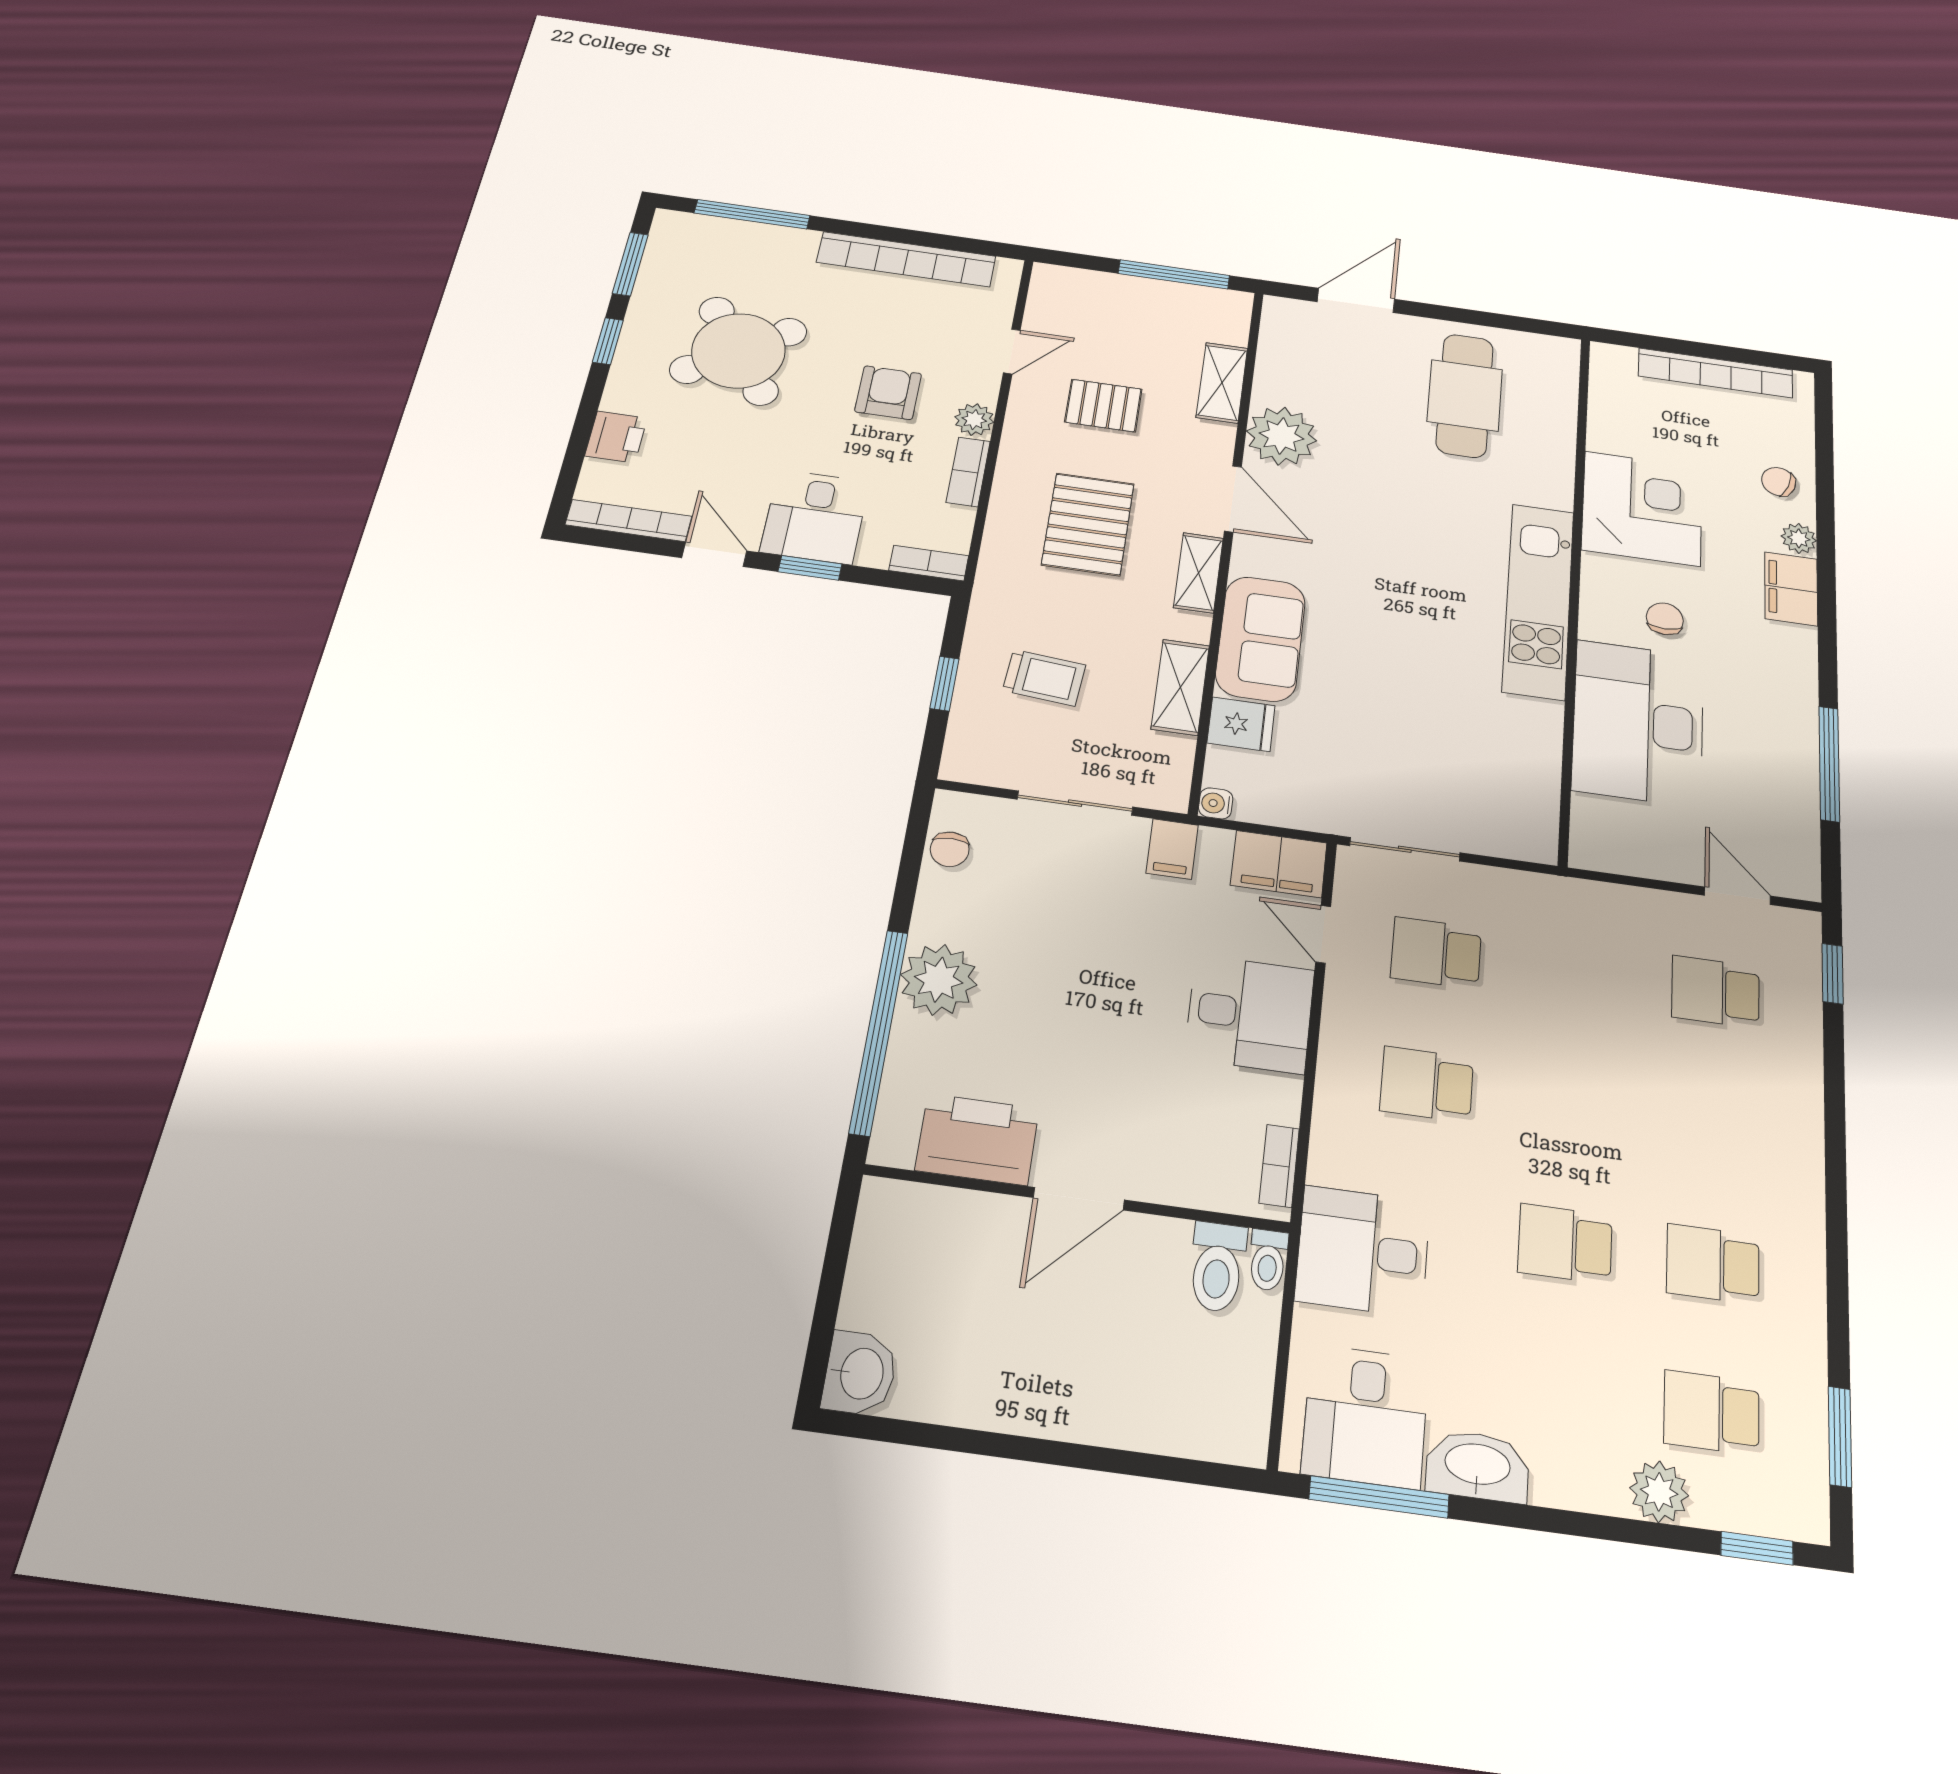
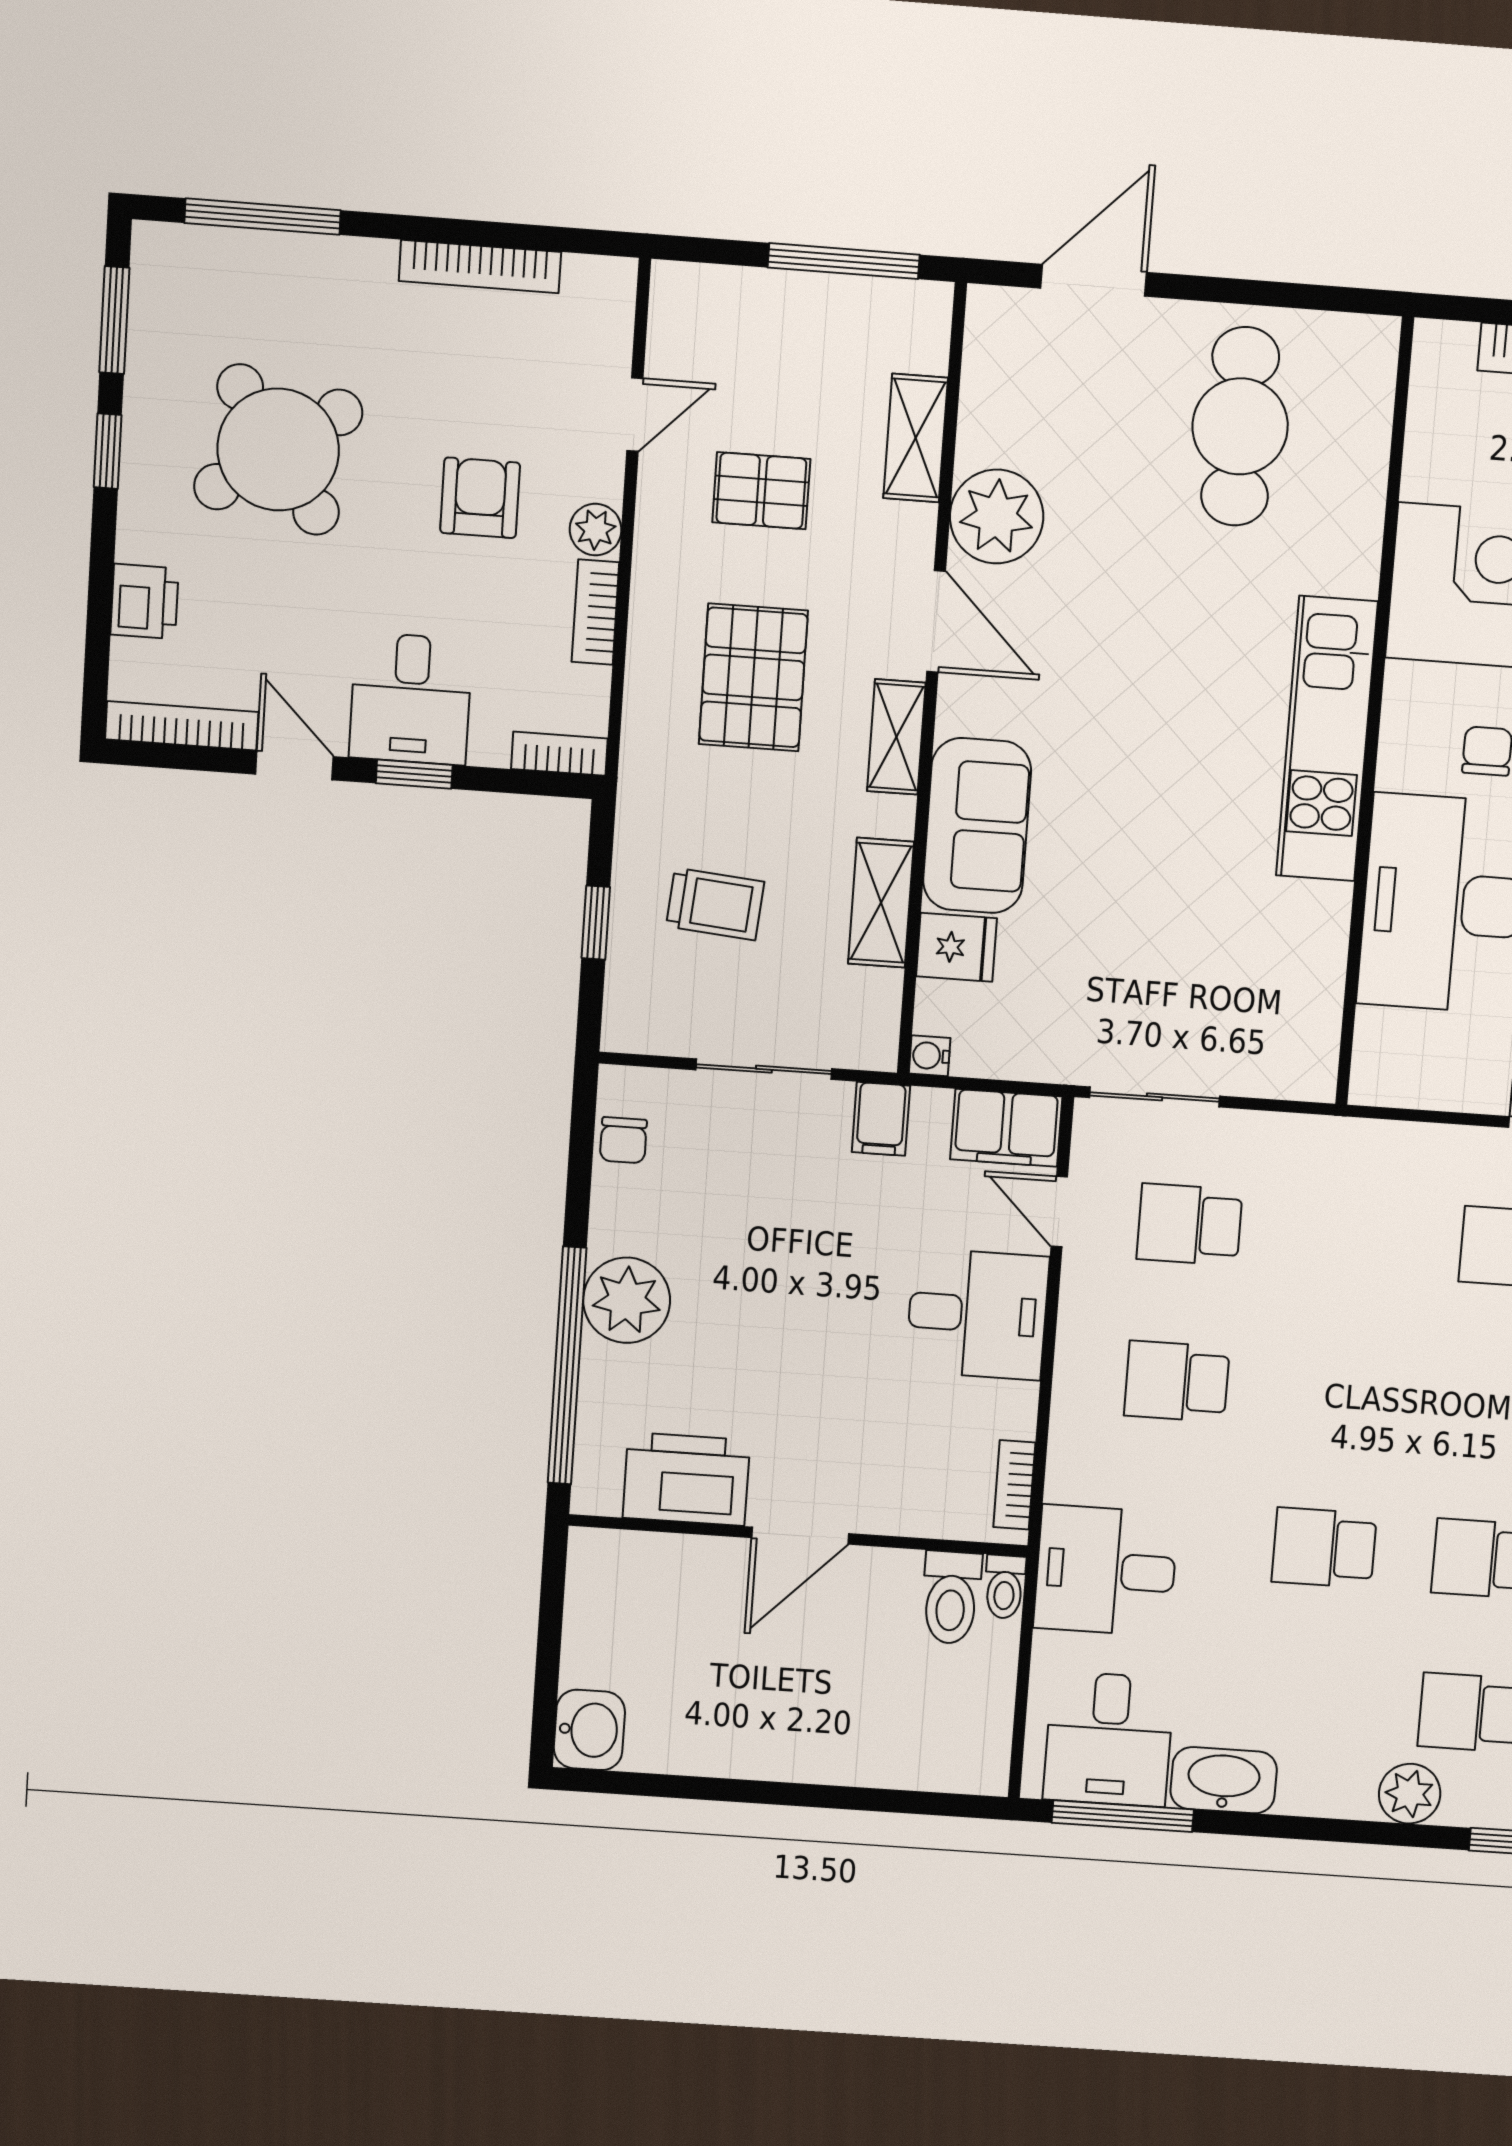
bookcase: (906, 259) -> (480, 267), width x0.68, depth x0.76

